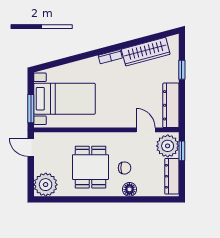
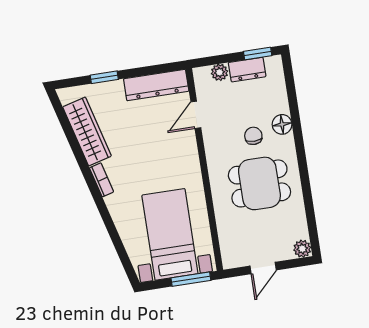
plant: (168, 146) -> (220, 72), width x0.53, depth x0.53
door: (31, 147) -> (263, 268), moved
window: (182, 151) -> (258, 54), moved
dresser: (172, 176) -> (247, 70), width x0.70
plant: (46, 185) -> (302, 249), width x0.53, depth x0.53

